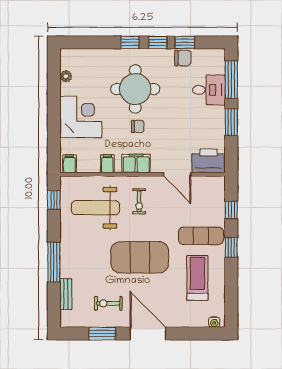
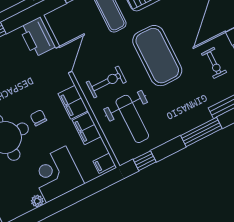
plant: (66, 76) -> (37, 201), moved
filing cabinet: (107, 164) -> (87, 128), width x2.00
exercise bike: (139, 201) -> (106, 82), width x1.38, depth x1.39

